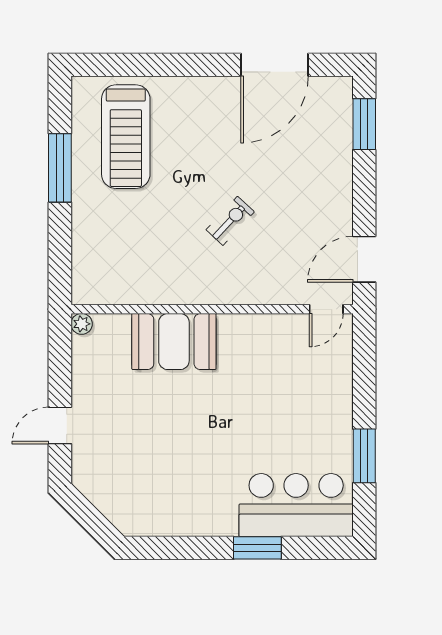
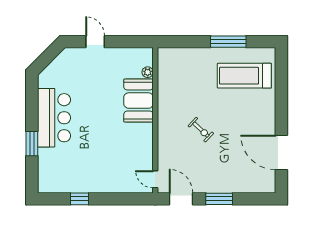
window: (364, 124) -> (219, 199), moved
plant: (82, 324) -> (148, 72), moved
window: (364, 456) -> (79, 199), width x0.67
bar counter: (296, 505) -> (54, 118), moved

